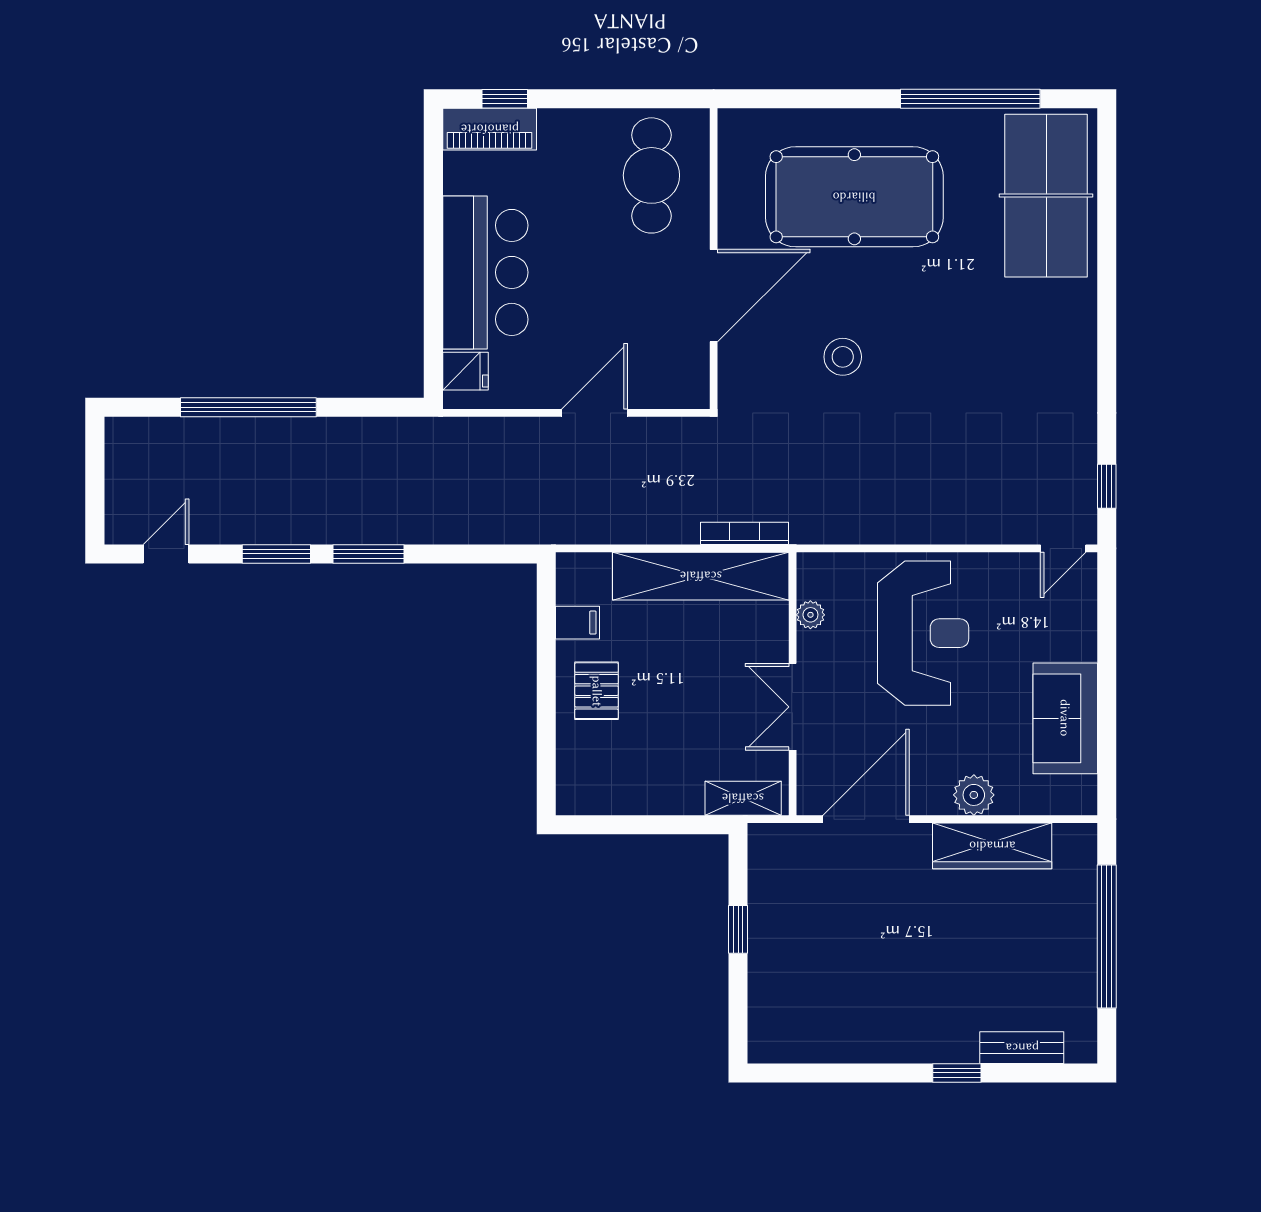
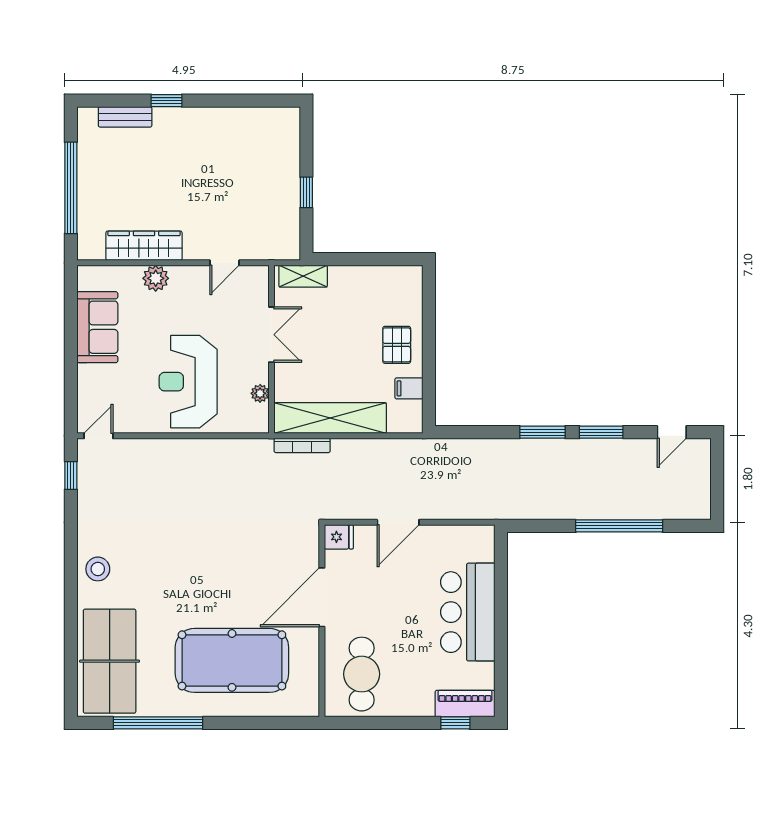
stool: (843, 357) -> (98, 569), moved
fridge: (465, 371) -> (339, 537), moved, turned 180
door: (866, 819) -> (224, 263), width x0.53

